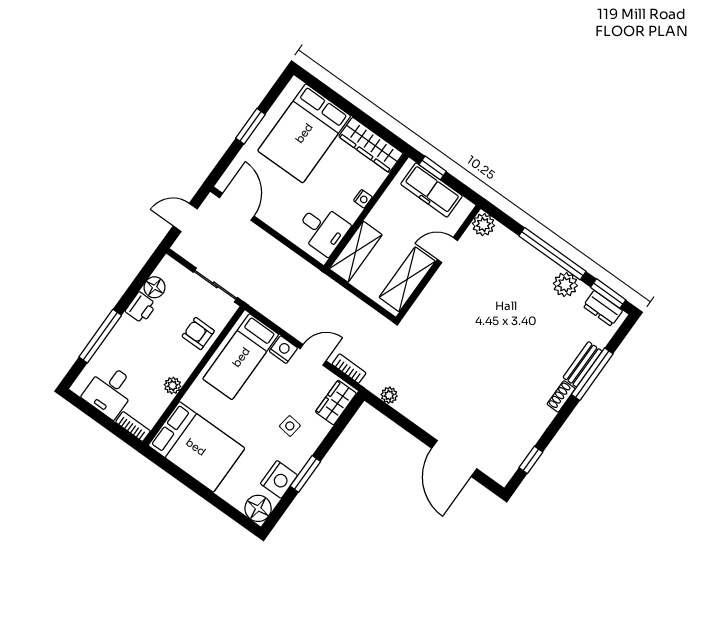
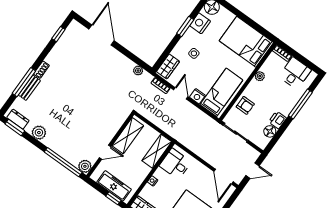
window: (552, 254) -> (63, 162), moved
door: (313, 355) -> (181, 93), swing flipped

